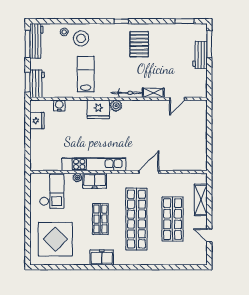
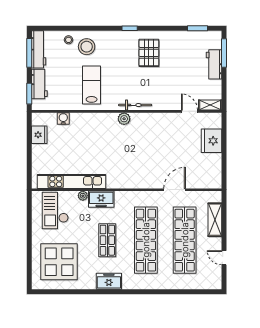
workbench: (37, 84) -> (39, 84), moved
shelving: (153, 93) -> (210, 105), moved
door: (177, 99) -> (189, 111), swing flipped
fridge: (98, 109) -> (211, 141), moved, turned 90
kitchen unit: (94, 164) -> (71, 181), moved
door: (149, 172) -> (175, 190), moved
checkout: (52, 191) -> (55, 210), turned 180
shop shelf: (173, 219) -> (185, 240), width x1.40

